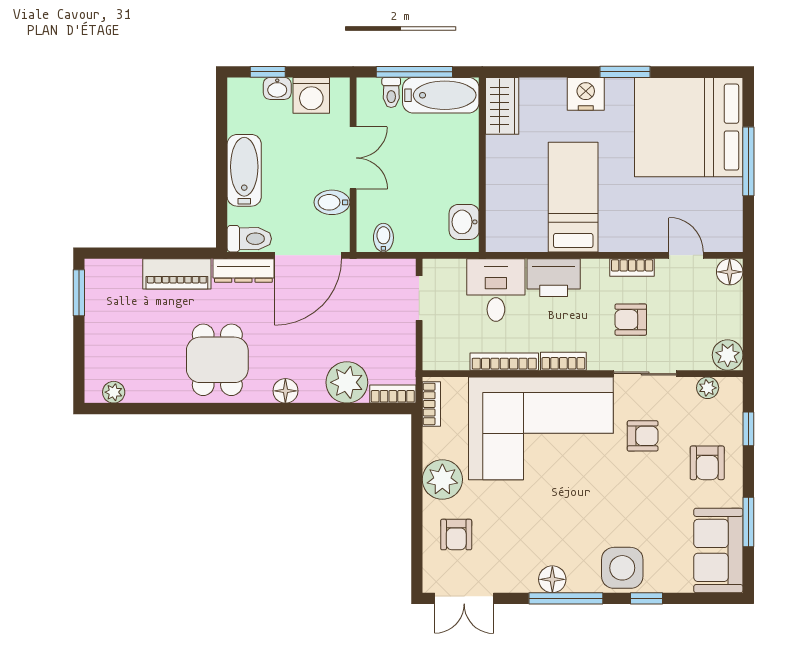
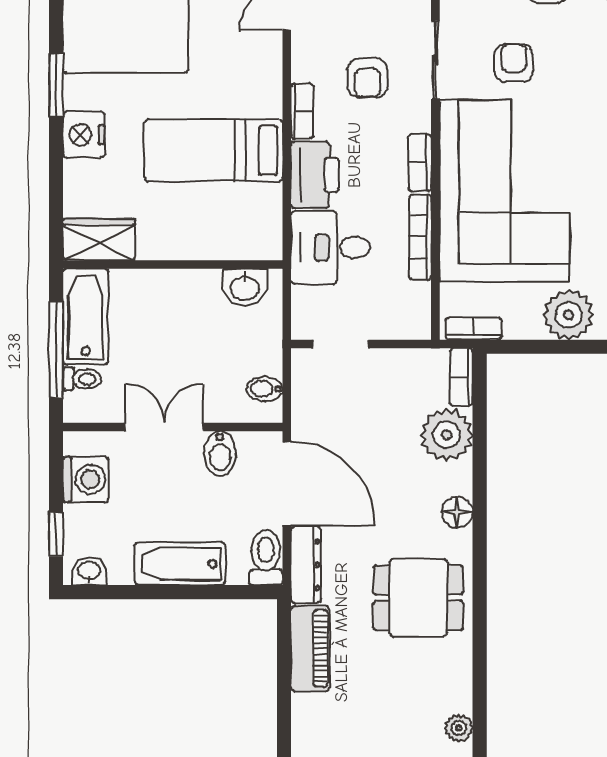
washbasin: (277, 88) -> (89, 571), moved, turned -90
bookcase: (632, 267) -> (302, 111), moved

